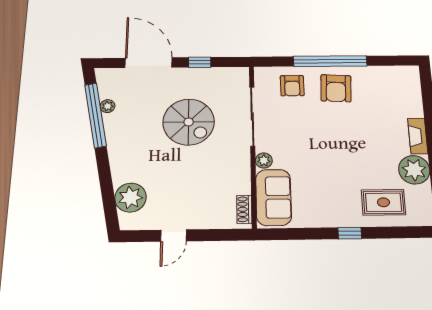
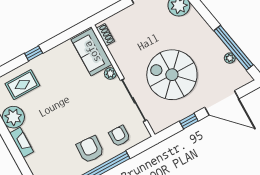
spiral stairs: (189, 122) -> (172, 75), width x1.37, depth x1.37

